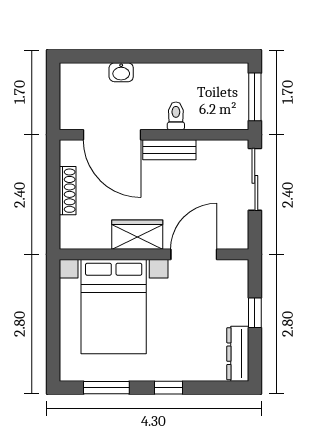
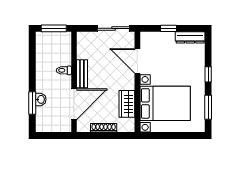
window: (114, 56) -> (32, 103), added
sliding door: (255, 179) -> (113, 28), moved
wardrobe: (137, 235) -> (127, 104), moved

